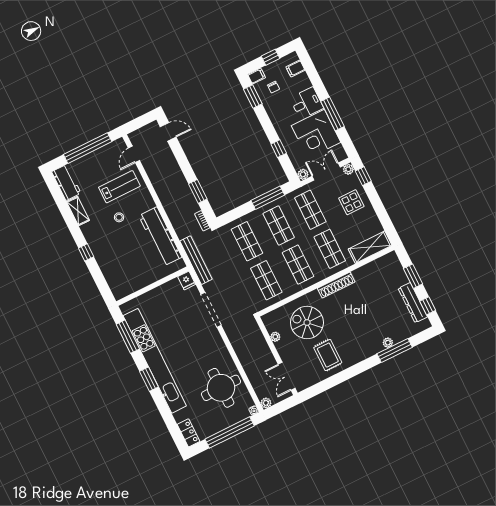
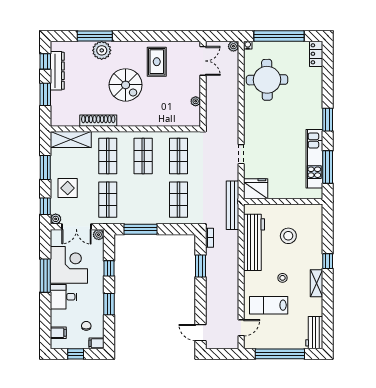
window: (253, 97) -> (109, 304), moved
shelving: (78, 211) -> (316, 283), moved
window: (380, 211) -> (45, 167), added
shop shelf: (279, 225) -> (143, 200), removed
stool: (133, 258) -> (288, 236), added
fridge: (187, 281) -> (256, 189), width x1.88, depth x1.34
shoe rack: (336, 285) -> (98, 121), moved
doorway: (211, 310) -> (241, 154), width x0.53
spiral stairs: (307, 323) -> (126, 85), moved
plant: (388, 343) -> (102, 50), width x1.88, depth x1.88
kitchen unit: (155, 361) -> (314, 159), width x0.54

